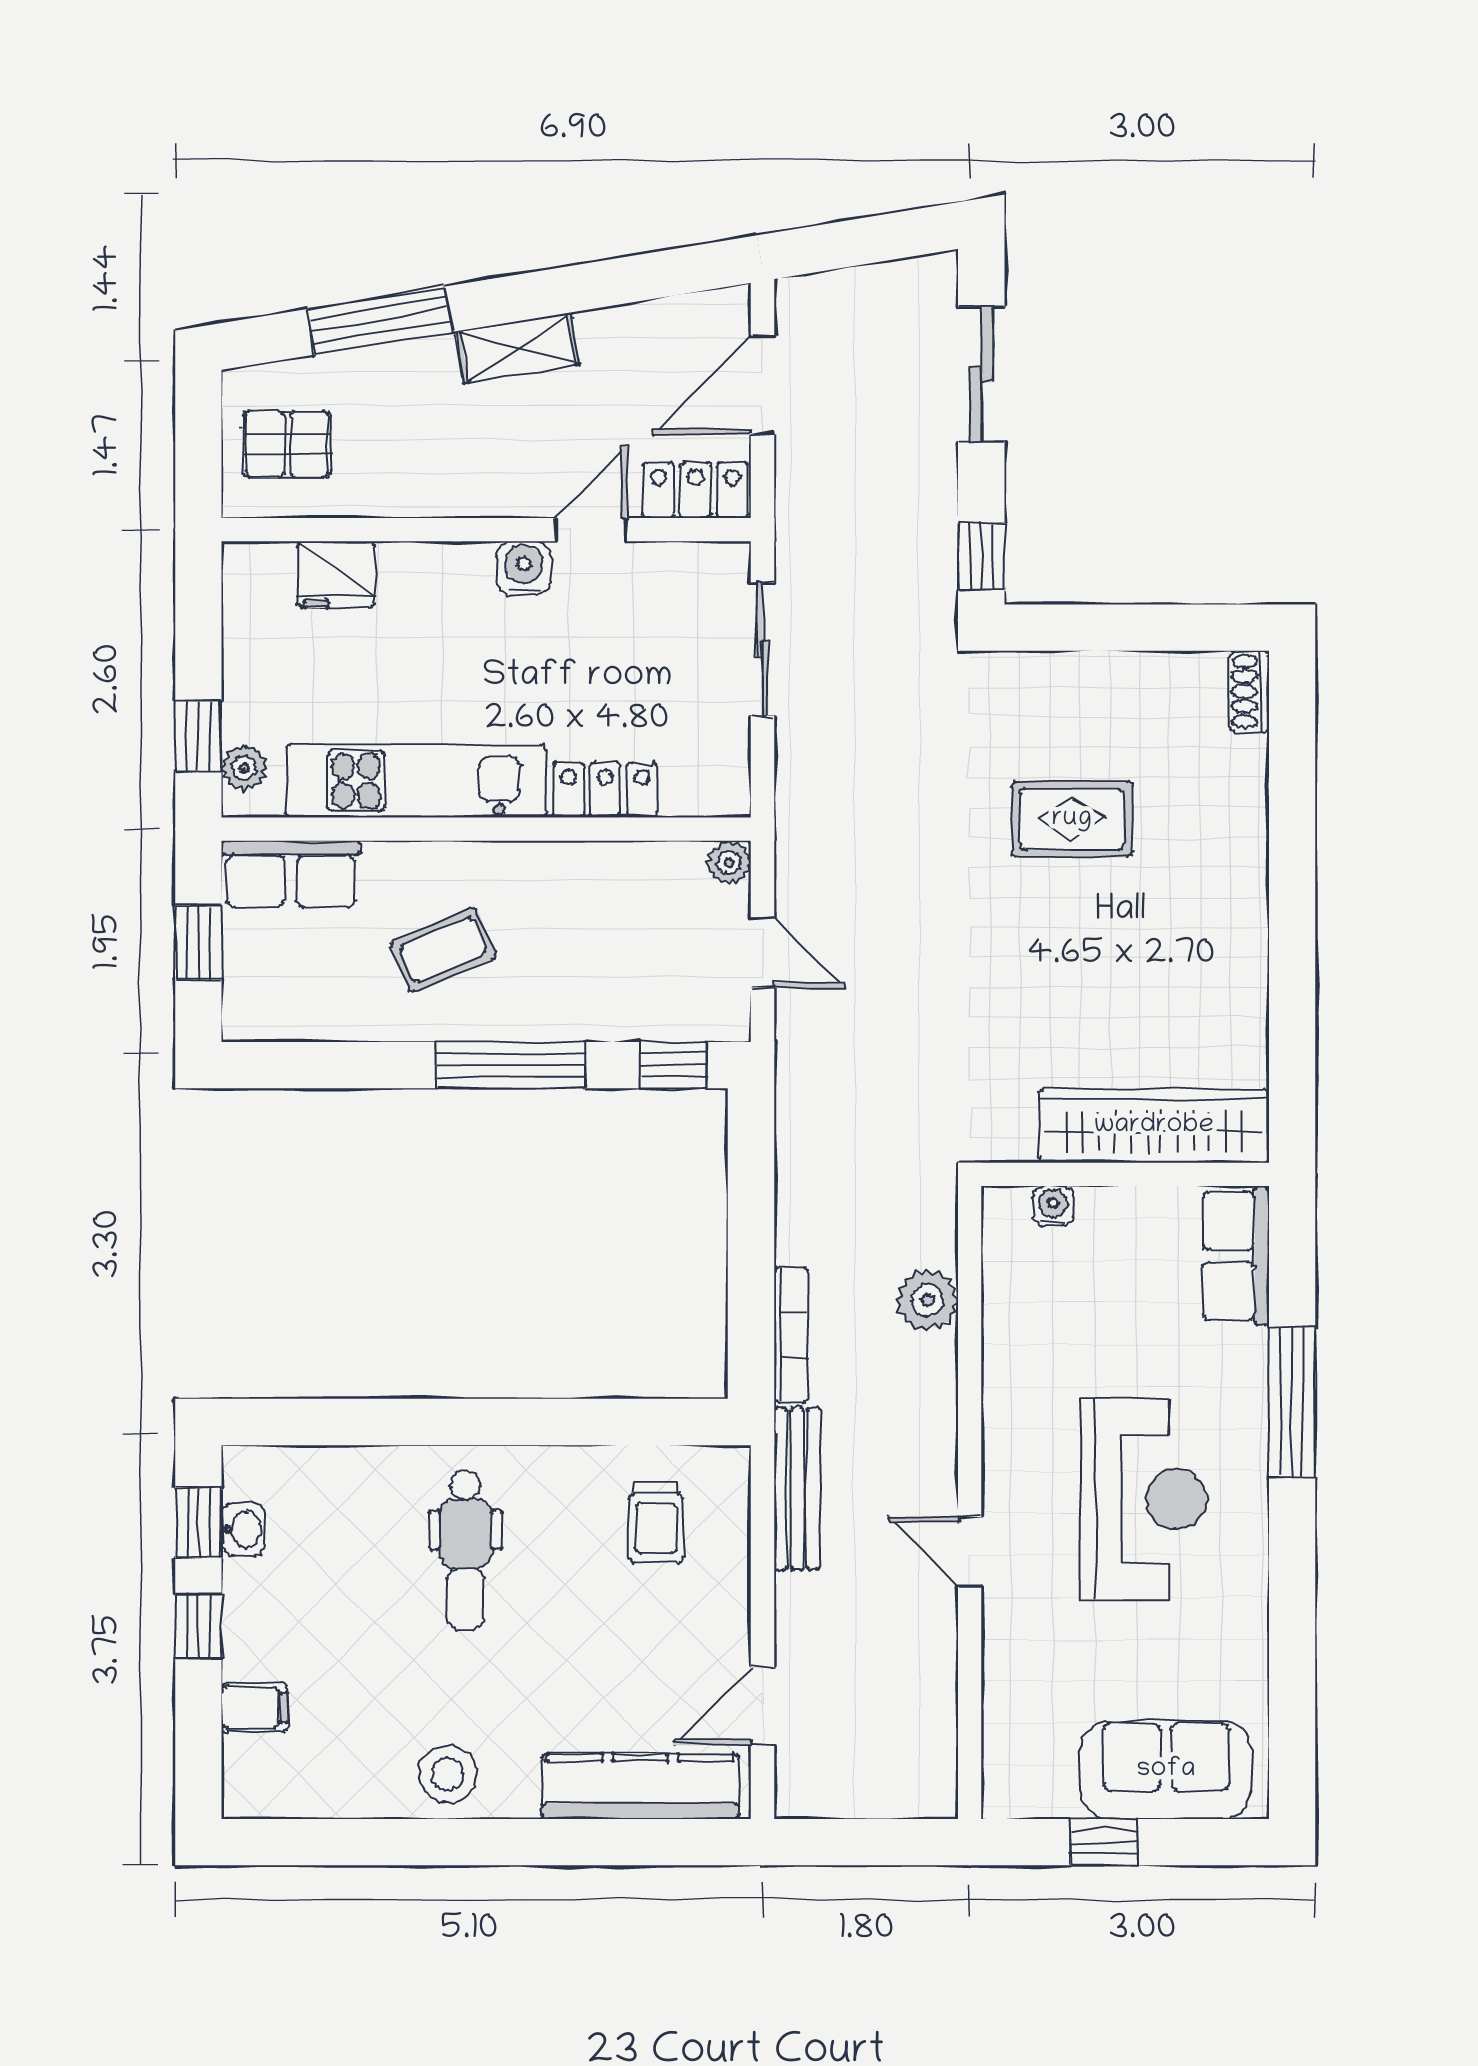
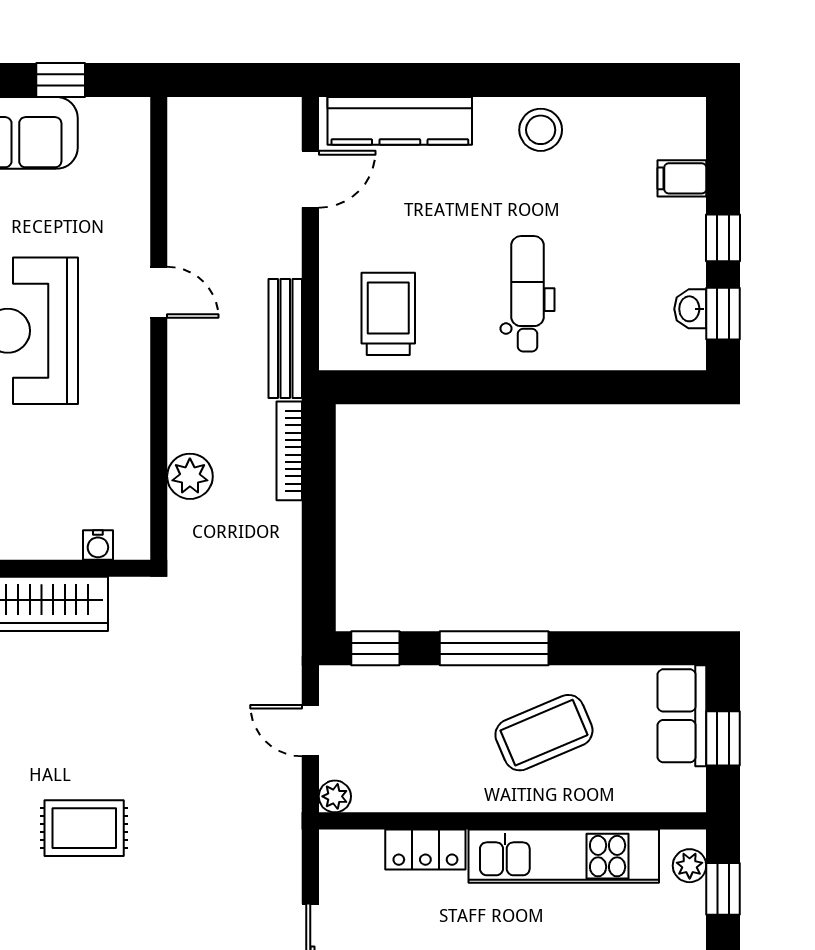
row of seats: (291, 874) -> (682, 716), moved, turned -90
coffee table: (443, 950) -> (544, 733), width x1.36, depth x1.30
trolley: (656, 1522) -> (388, 314), width x1.36, depth x1.39

